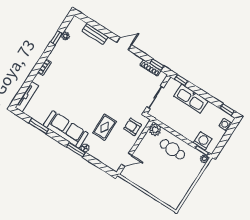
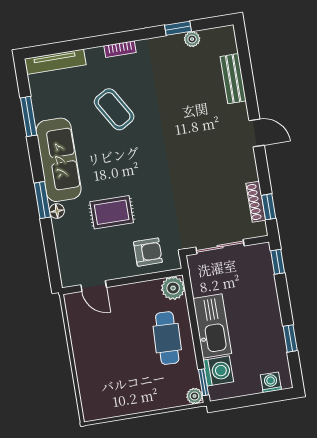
coffee table: (66, 90) -> (114, 109), added
kitchen sink: (191, 99) -> (212, 326), moved, turned 180
window: (227, 110) -> (290, 338), moved
armchair: (132, 127) -> (148, 252), turned 90

